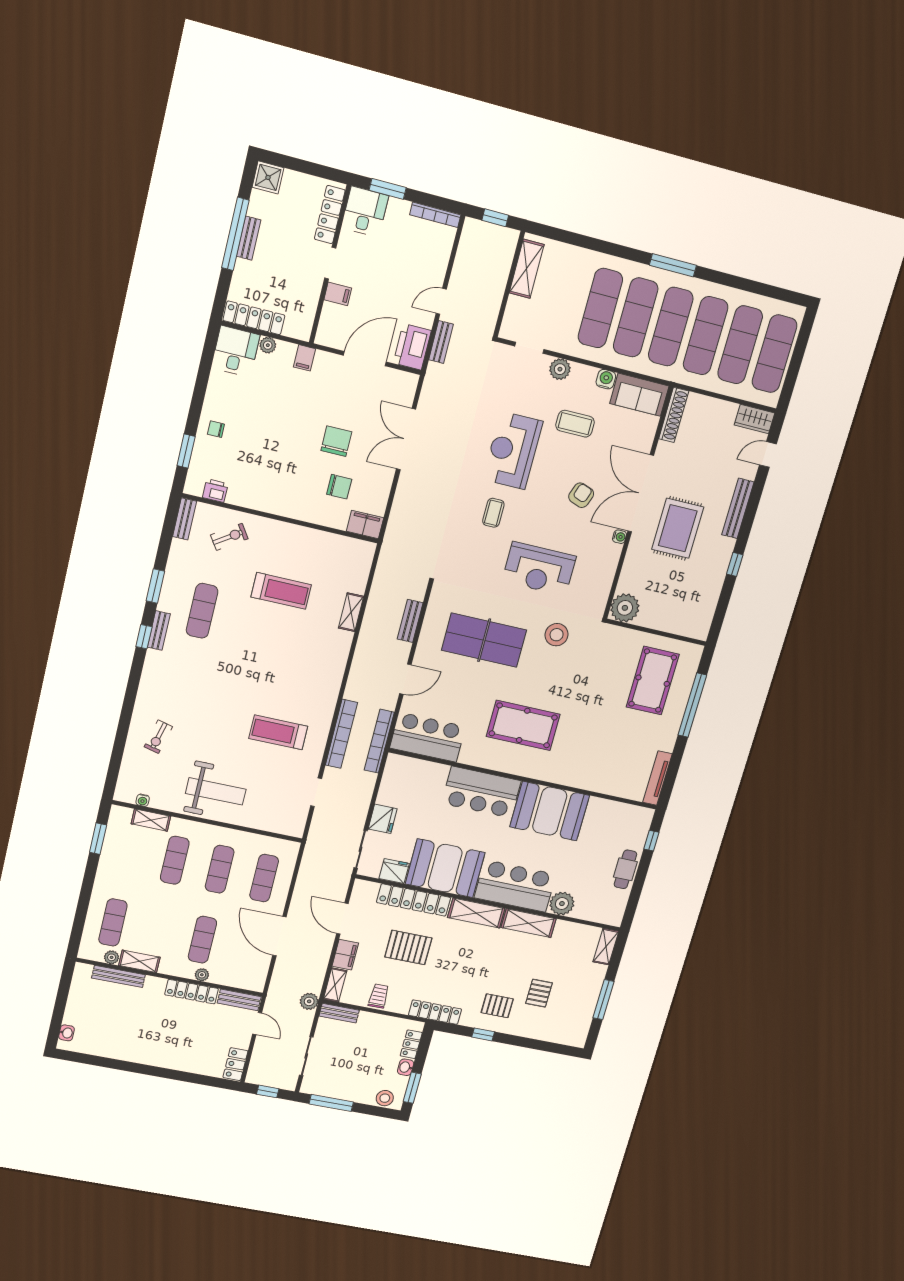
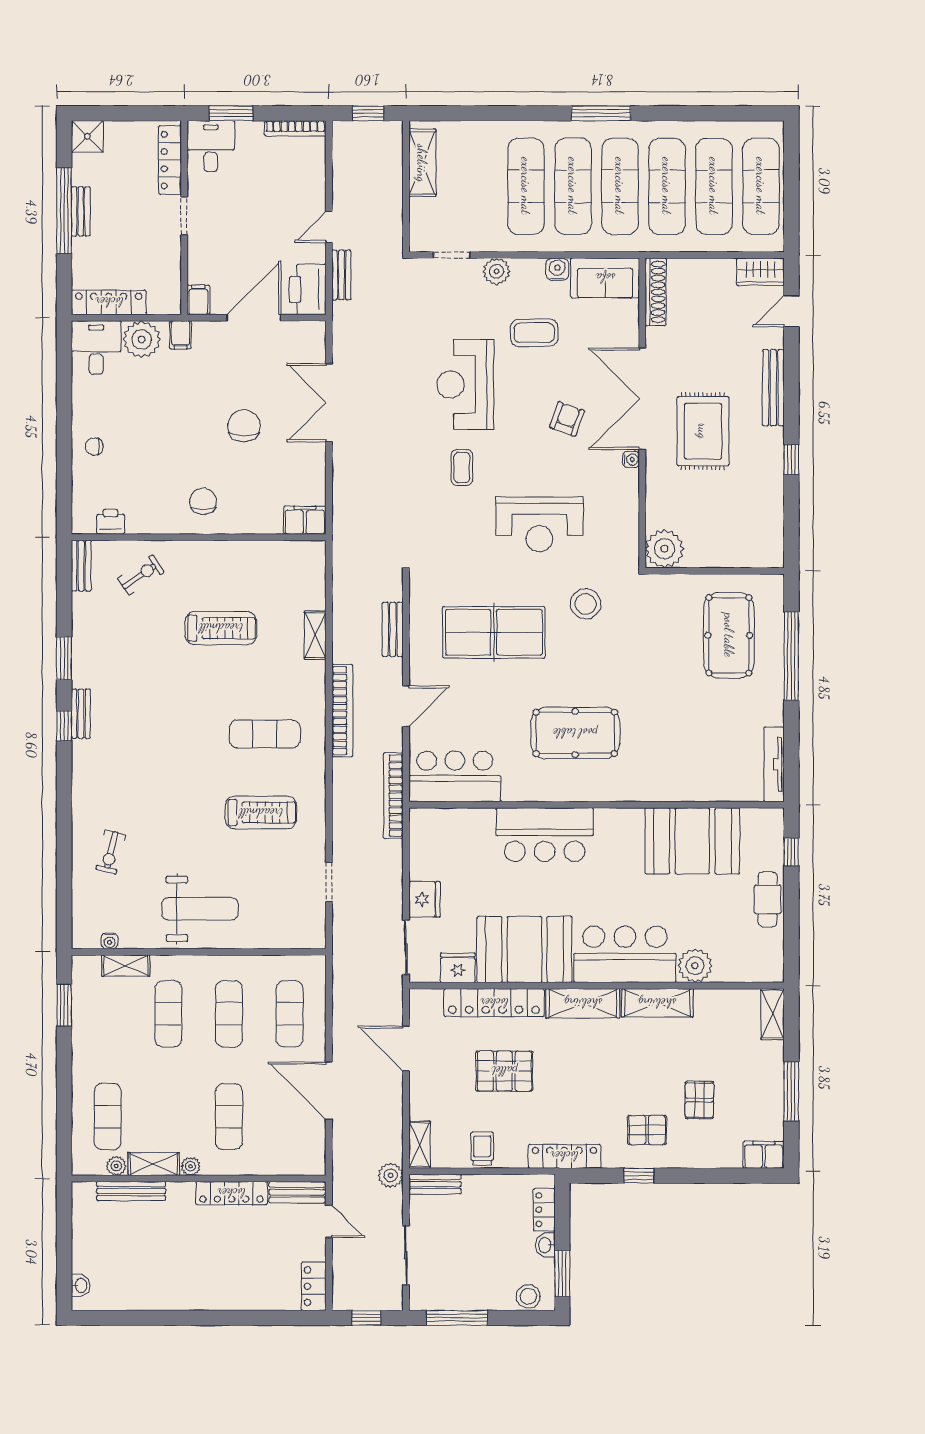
filing cabinet: (338, 294) -> (198, 300), moved, turned -90
plant: (268, 345) -> (142, 339), width x1.88, depth x1.88
window: (186, 451) -> (64, 482), removed
chair: (339, 487) -> (203, 501), moved, turned -90
exercise mat: (202, 611) -> (265, 734), moved, turned 90
treadmill: (278, 732) -> (261, 813), turned 180
bookcase: (341, 734) -> (342, 711), moved
booth: (550, 811) -> (692, 841), moved
filing cabinet: (345, 955) -> (764, 1155), moved, turned -90
plant: (202, 975) -> (190, 1166), moved

